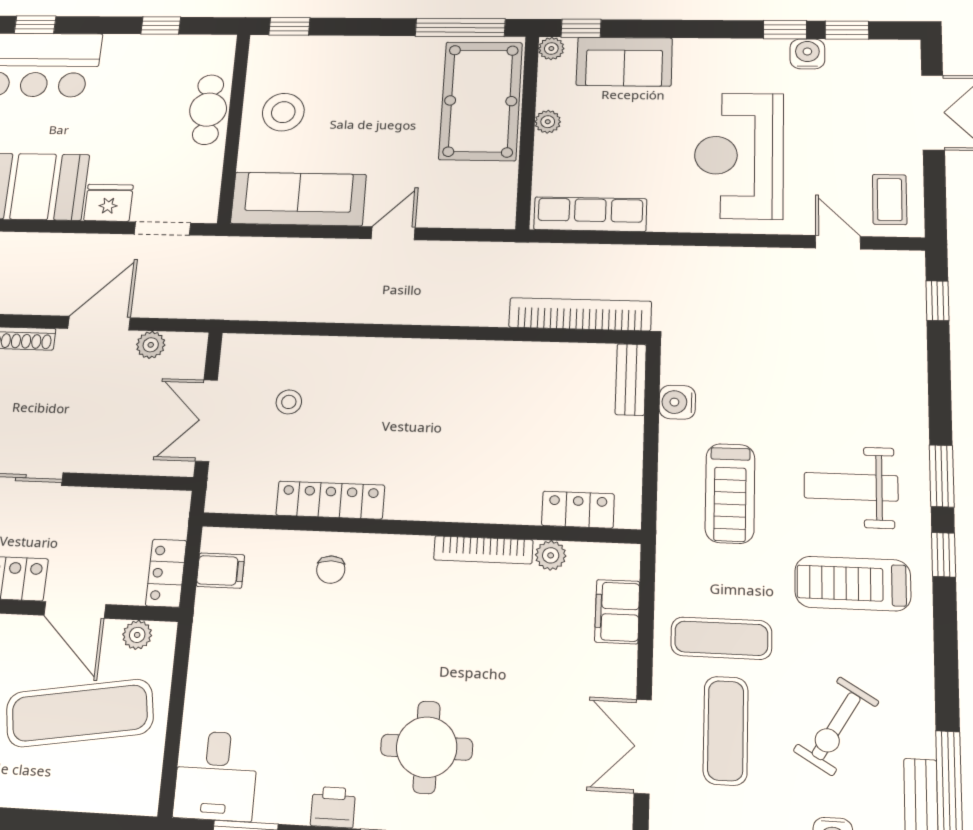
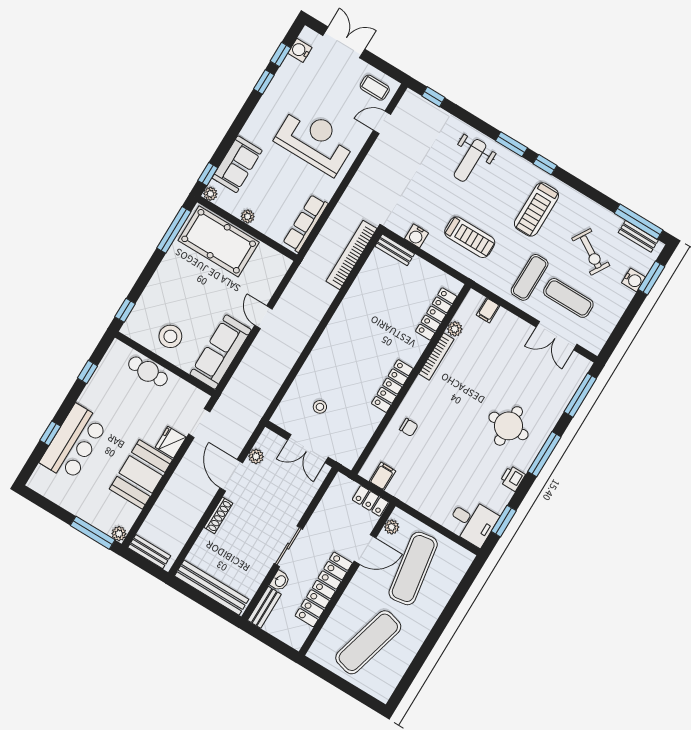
water cooler: (807, 54) -> (300, 50), moved
reception desk: (739, 156) -> (315, 140), turned 180
weight bench: (851, 487) -> (470, 160), moved
locker: (330, 500) -> (392, 386), moved
locker: (578, 510) -> (436, 314), width x1.53
filing cabinet: (617, 612) -> (488, 310), width x0.50

